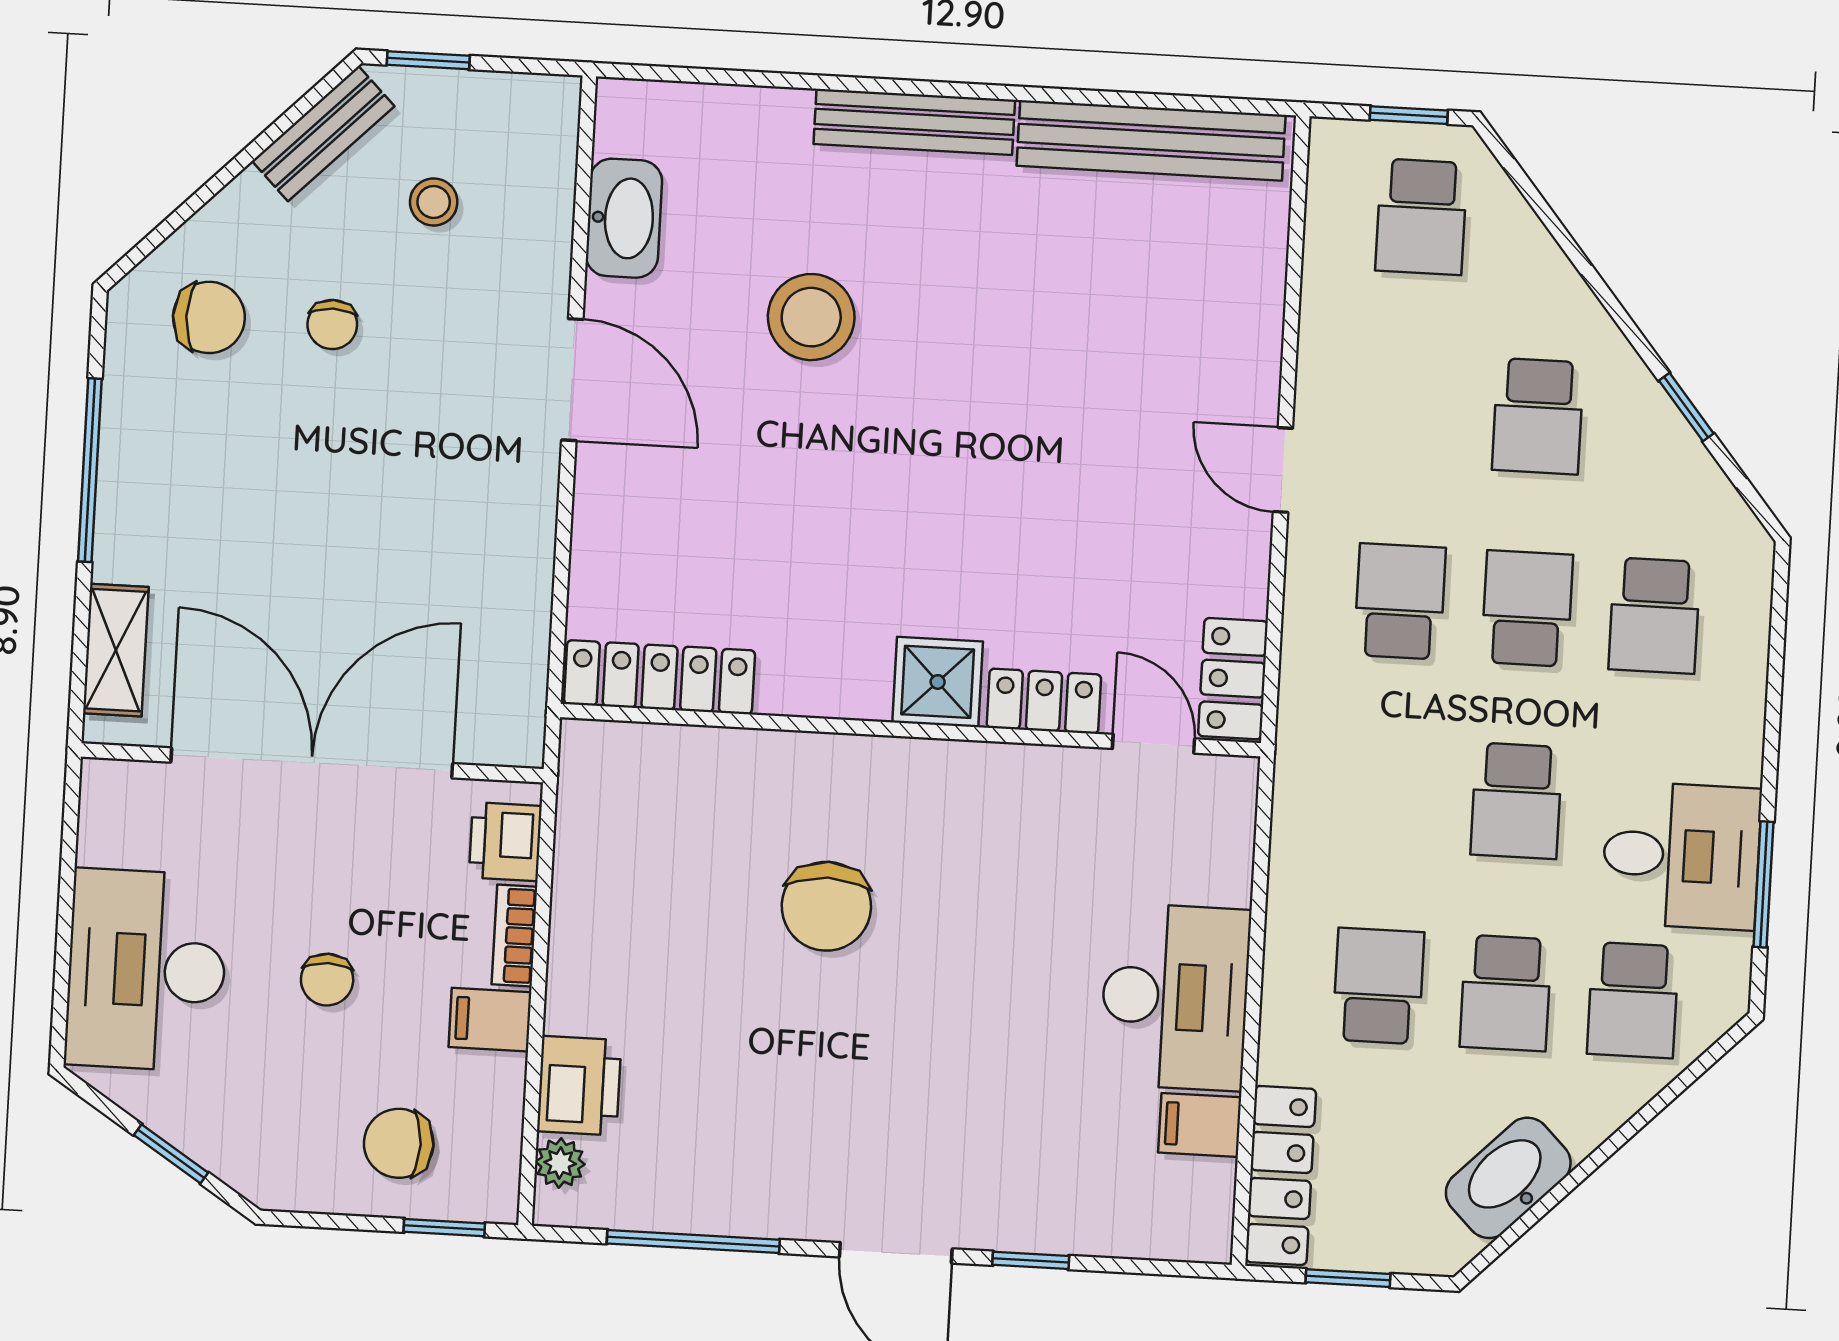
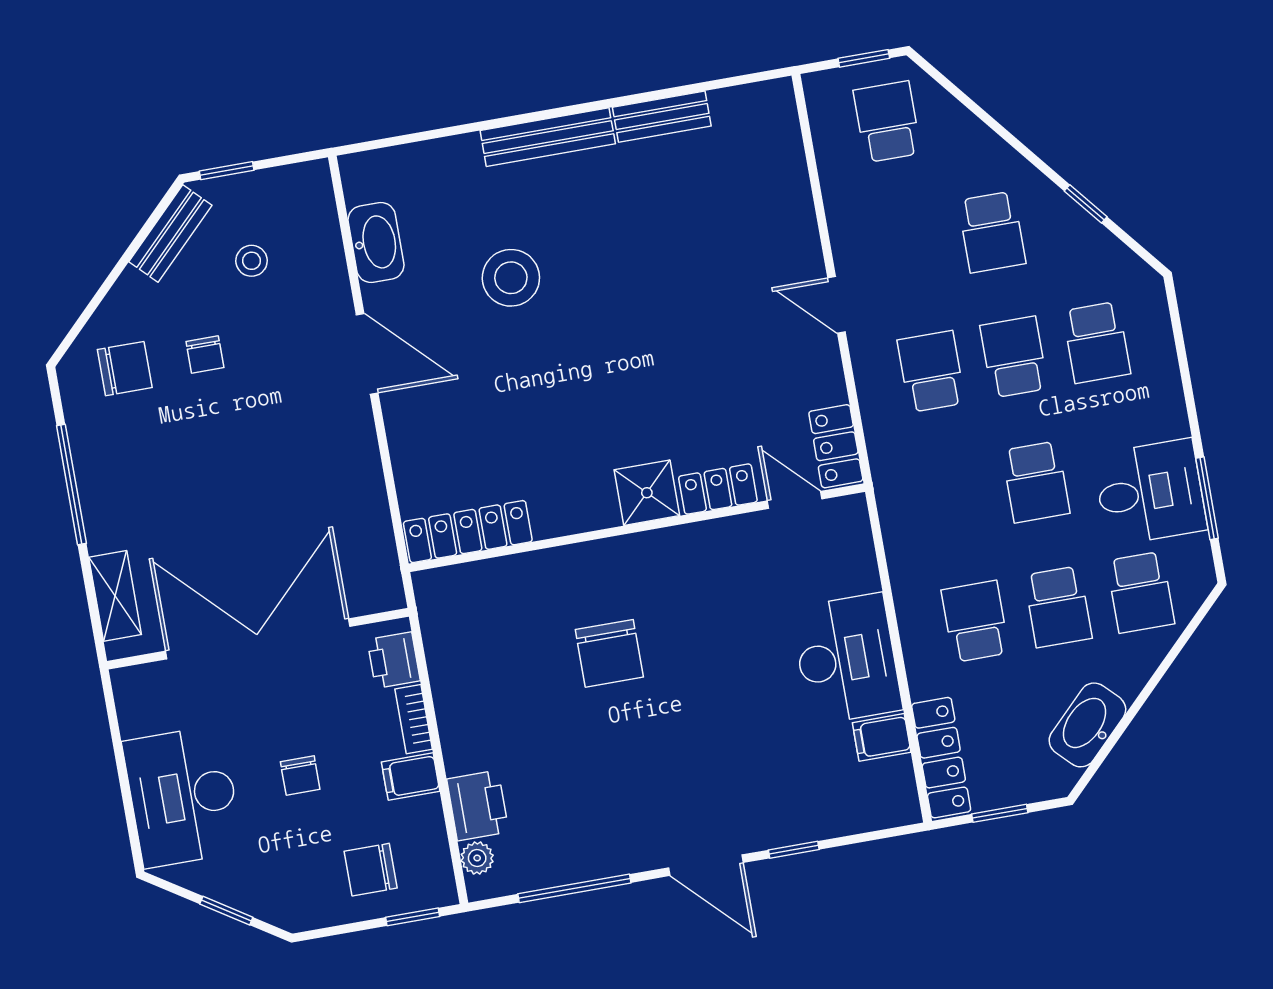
bench: (1151, 140) -> (662, 117), width x0.54, depth x0.82
school desk: (1421, 217) -> (887, 122), turned 180

